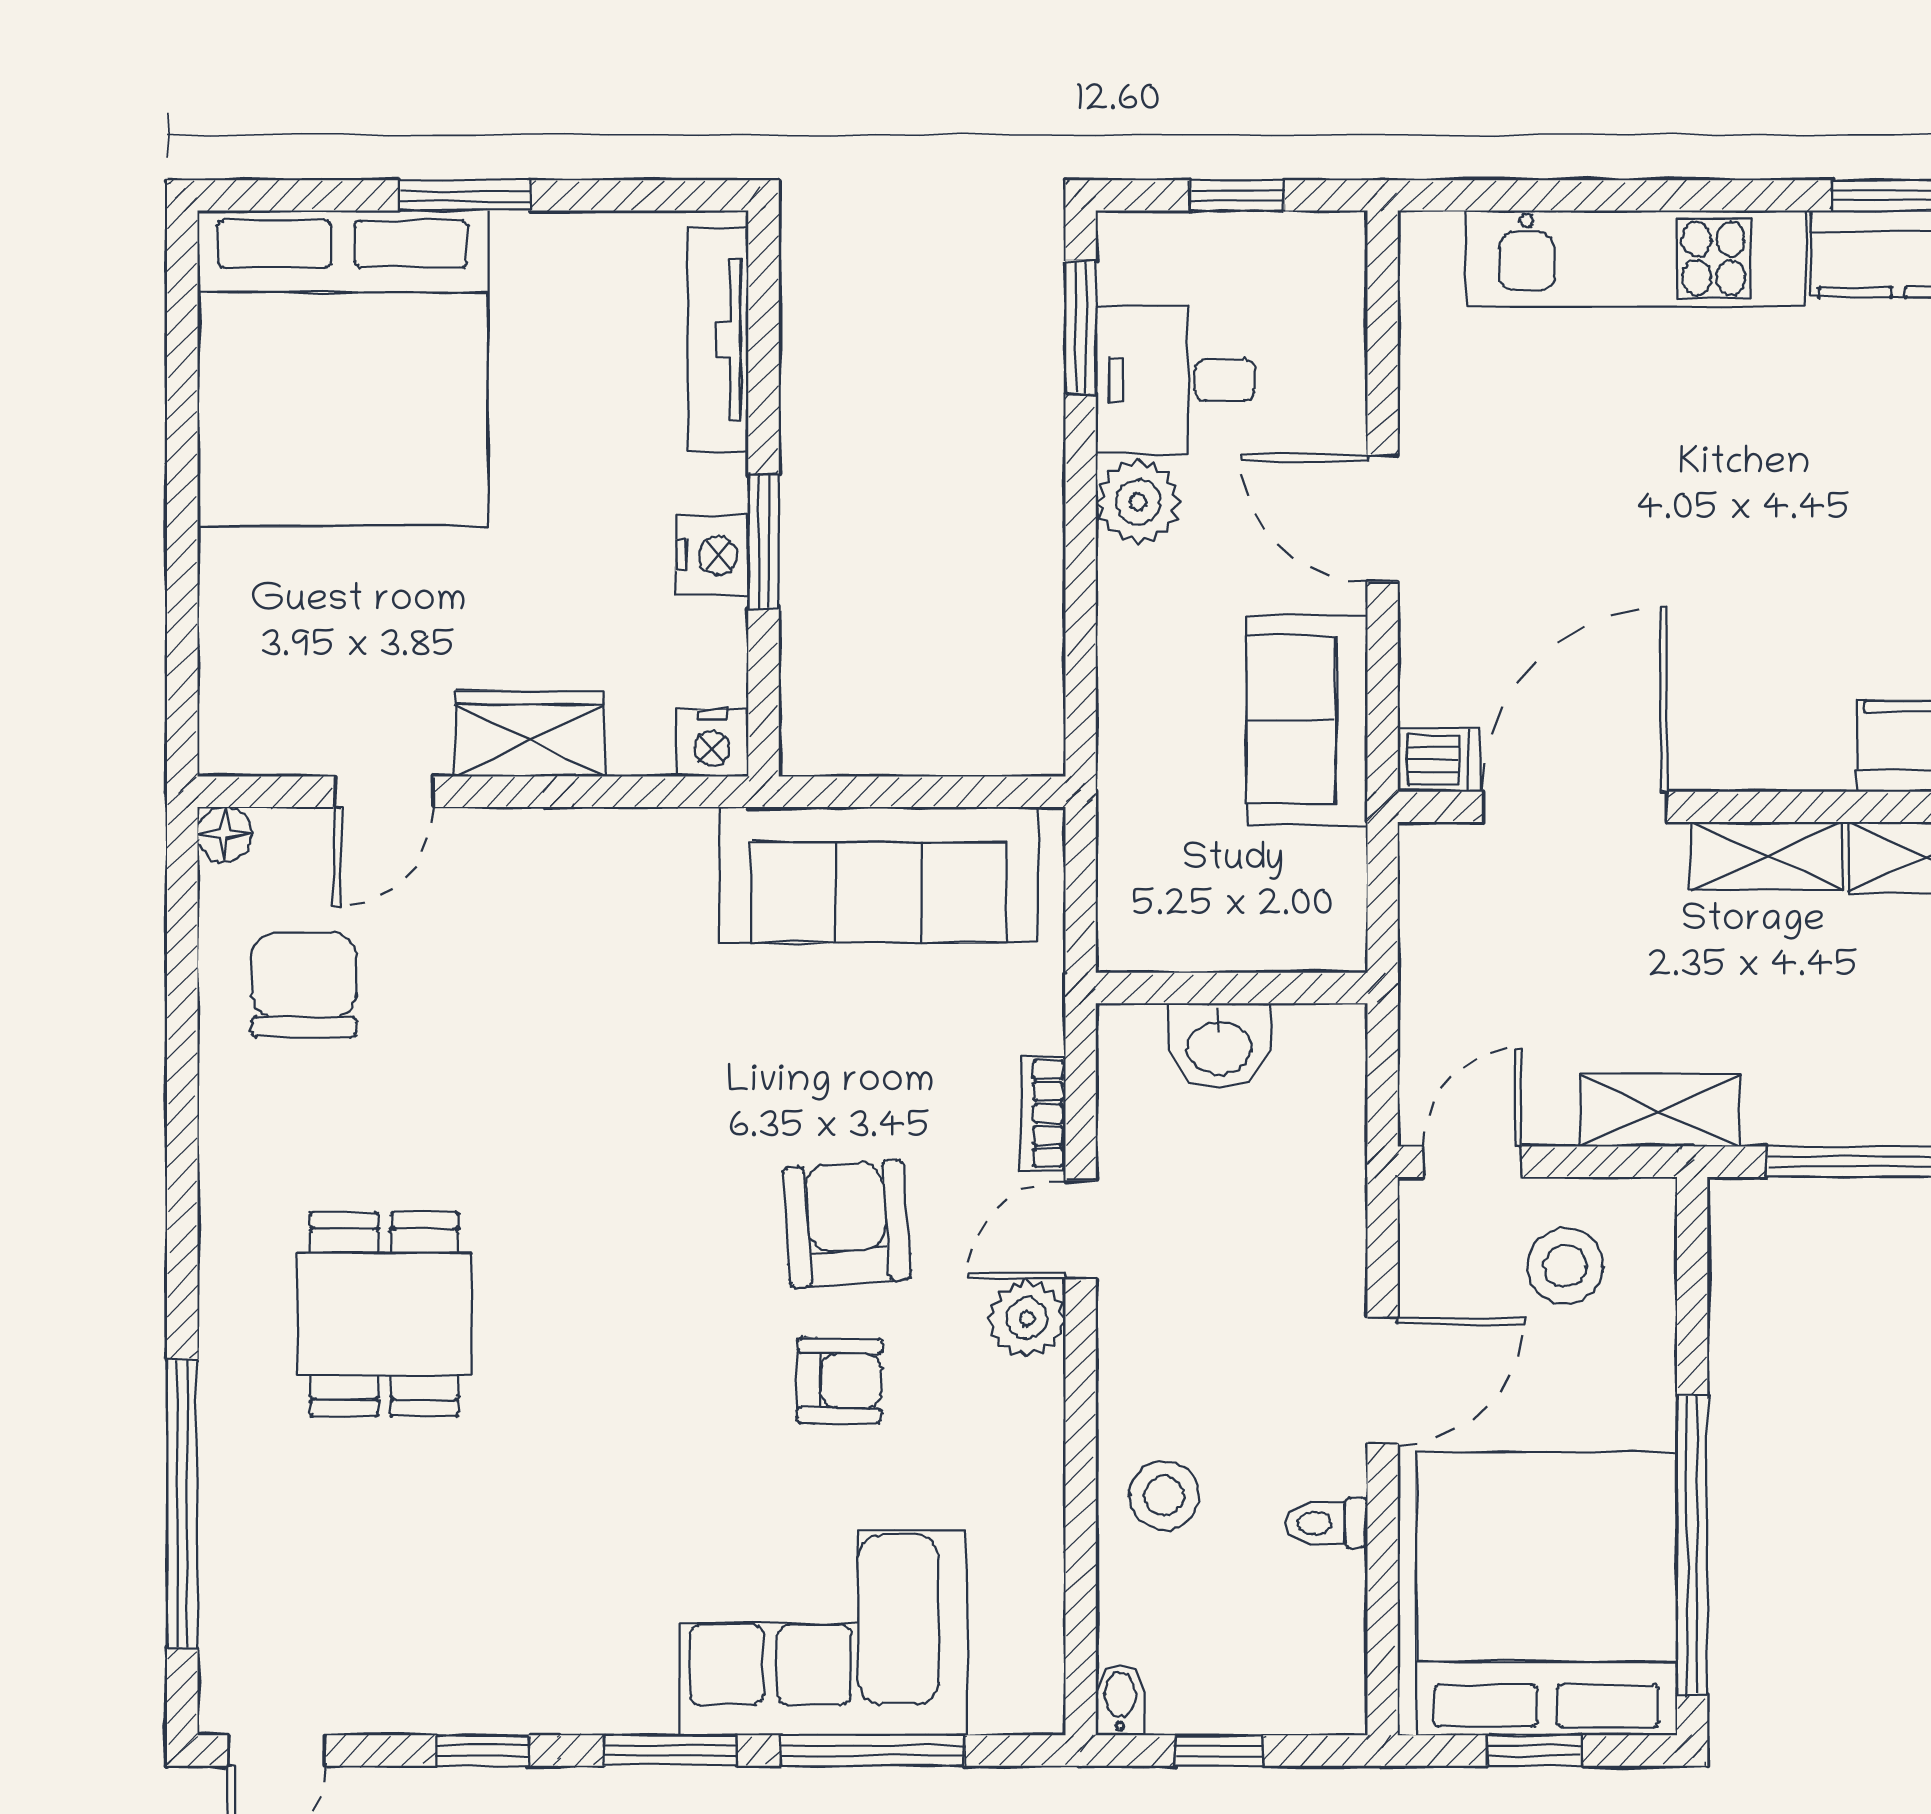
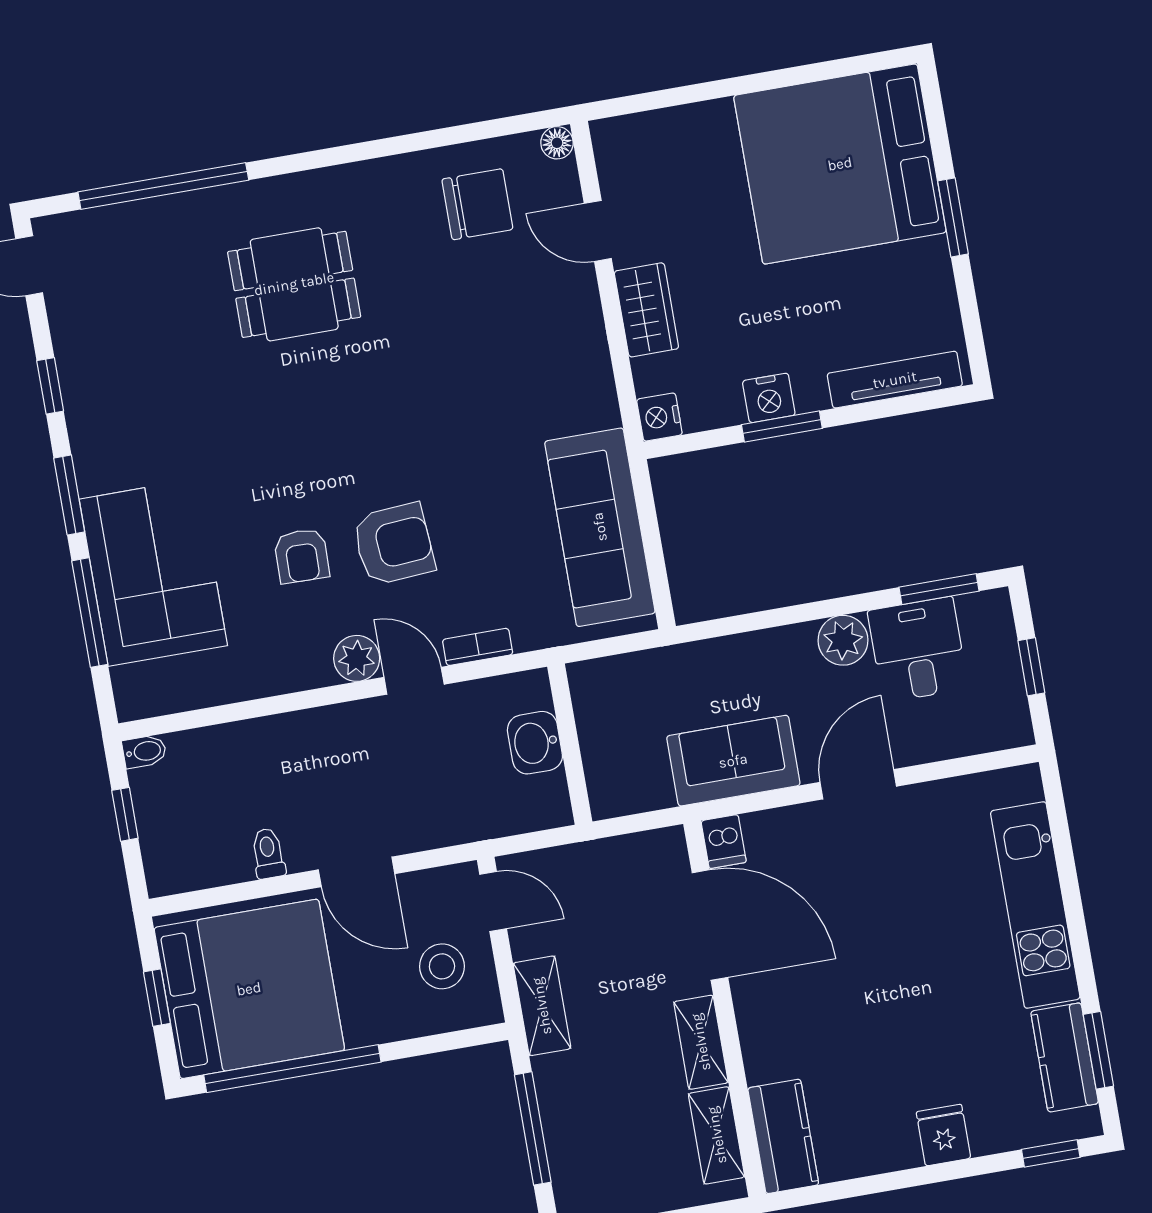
stool: (1164, 1496) -> (268, 756), removed

